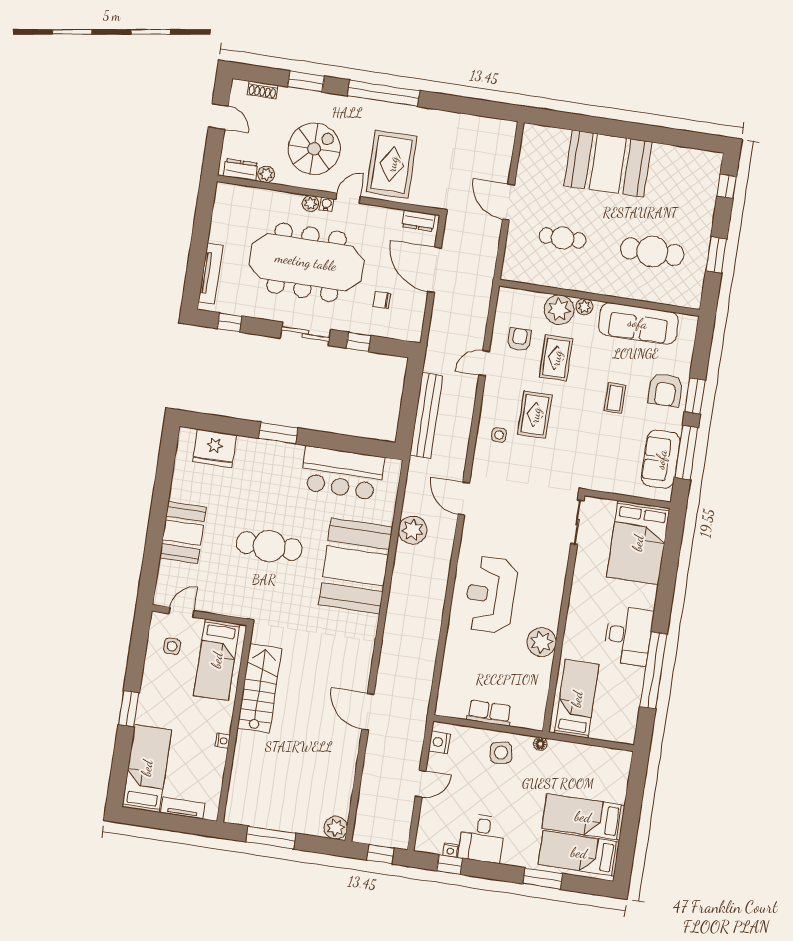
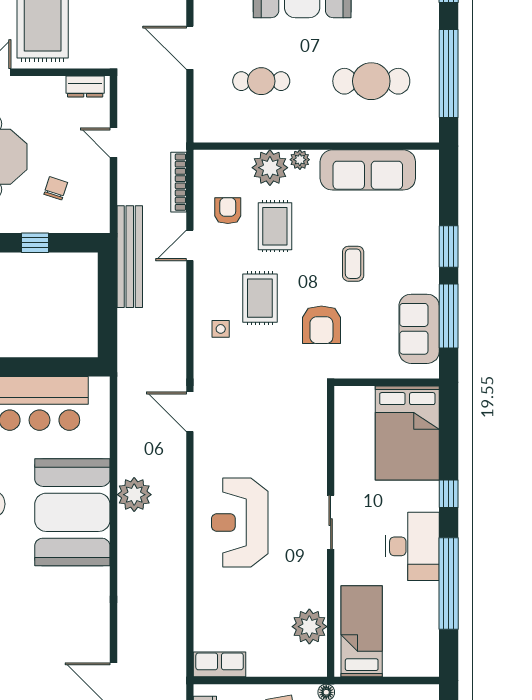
window: (716, 255) -> (449, 73), width x2.11
door: (435, 270) -> (113, 143), width x0.53
chair: (382, 300) -> (56, 188), turned 108
bookcase: (483, 310) -> (179, 182), added
armchair: (665, 390) -> (321, 325), moved
bench: (426, 415) -> (130, 257), moved
sliding door: (577, 522) -> (331, 522), moved
plant: (413, 530) -> (134, 495), moved
window: (664, 597) -> (449, 494), added
plant: (542, 642) -> (309, 627), moved
row of seats: (489, 713) -> (220, 664), moved

